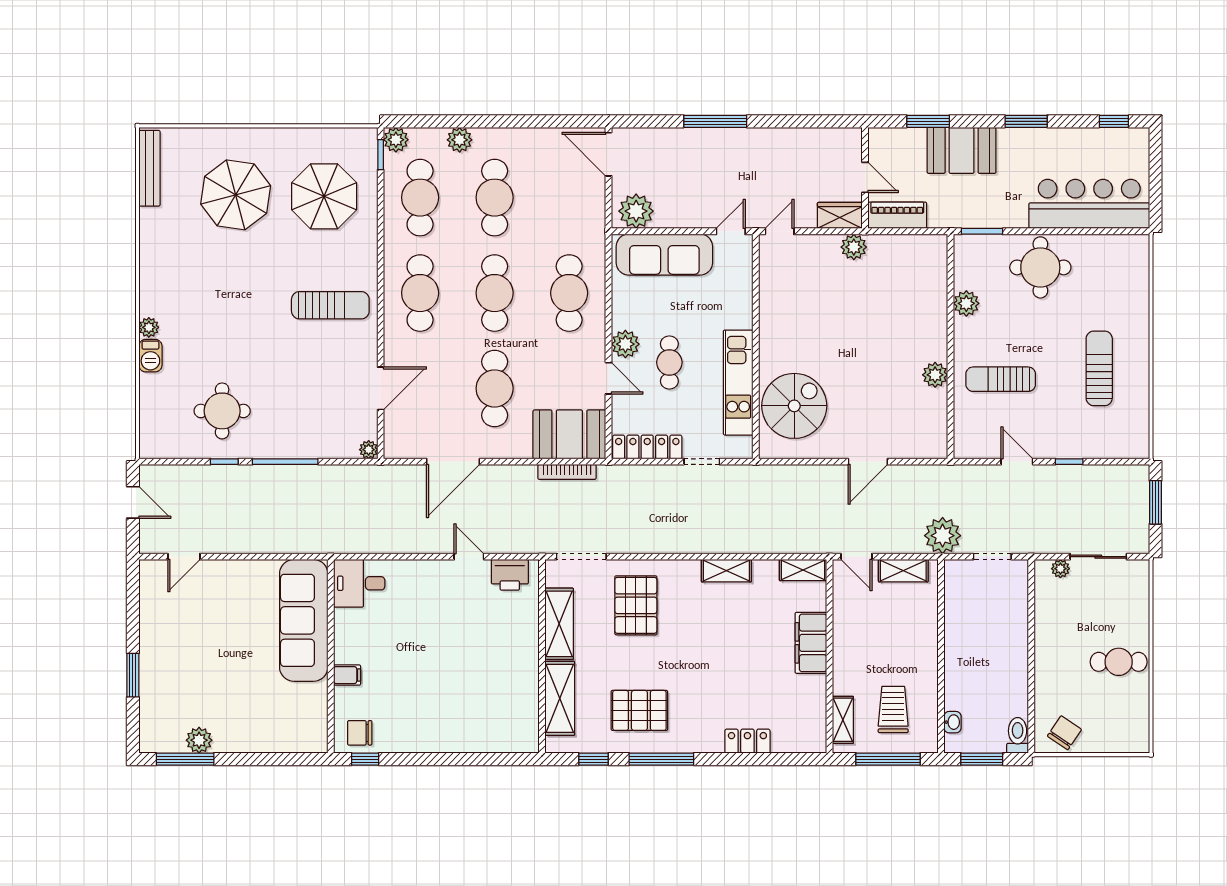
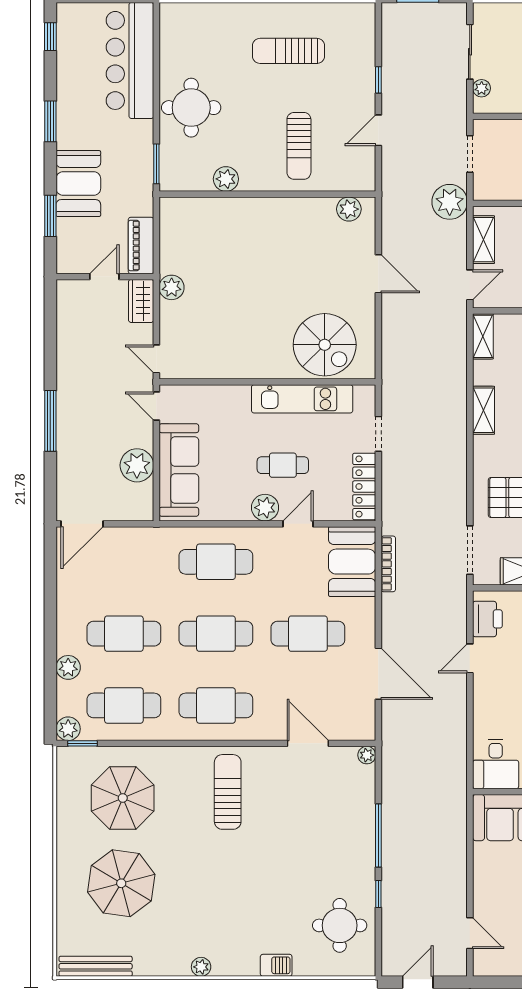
plant: (636, 211) -> (137, 465), moved
plant: (149, 327) -> (201, 967), moved
plant: (935, 375) -> (349, 209), moved
spiral stairs: (794, 406) -> (325, 345), turned 180
round table: (222, 411) -> (340, 925), moved

